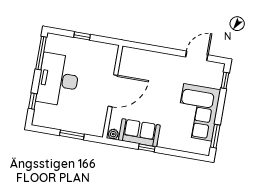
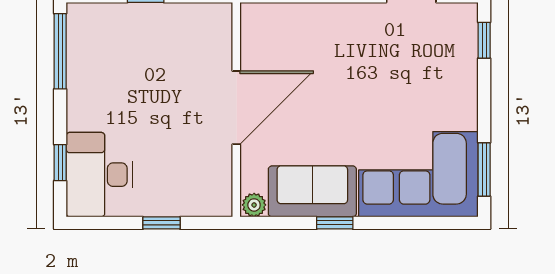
desk: (58, 80) -> (99, 175), moved, width x0.73, depth x0.77
corner sofa: (198, 112) -> (418, 174), moved, turned 90
window: (72, 135) -> (162, 223), width x0.67

